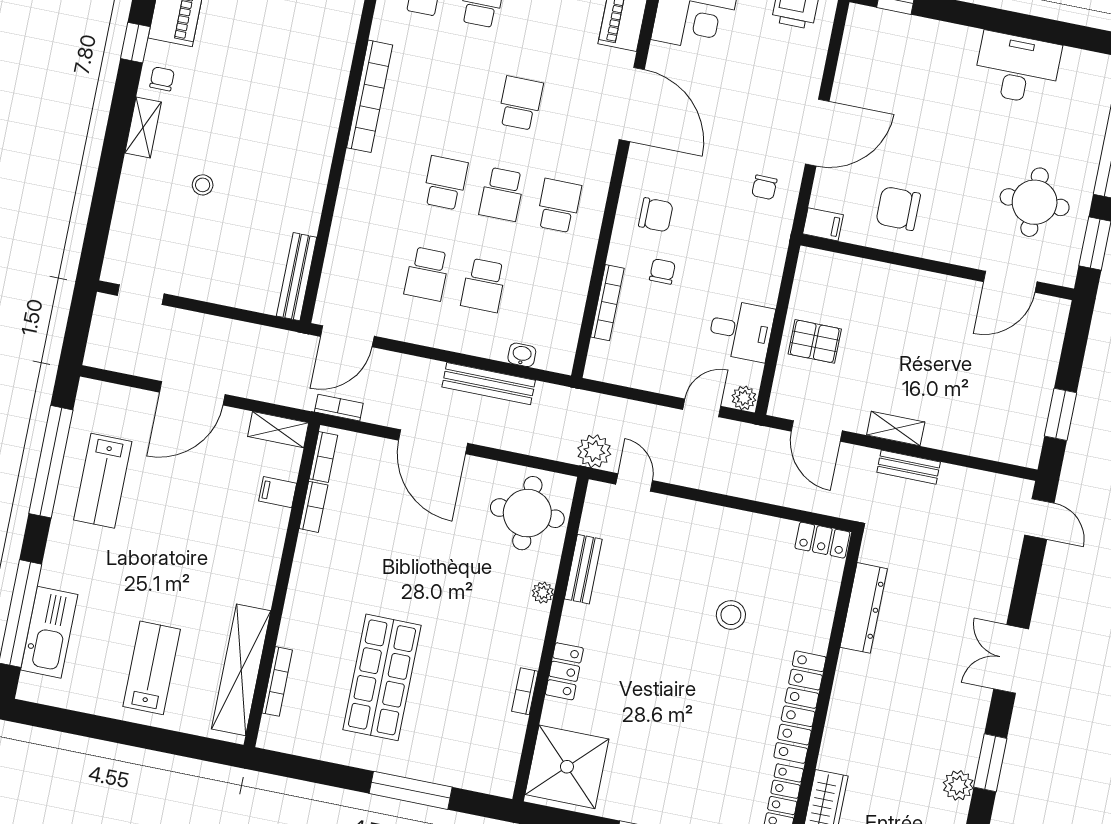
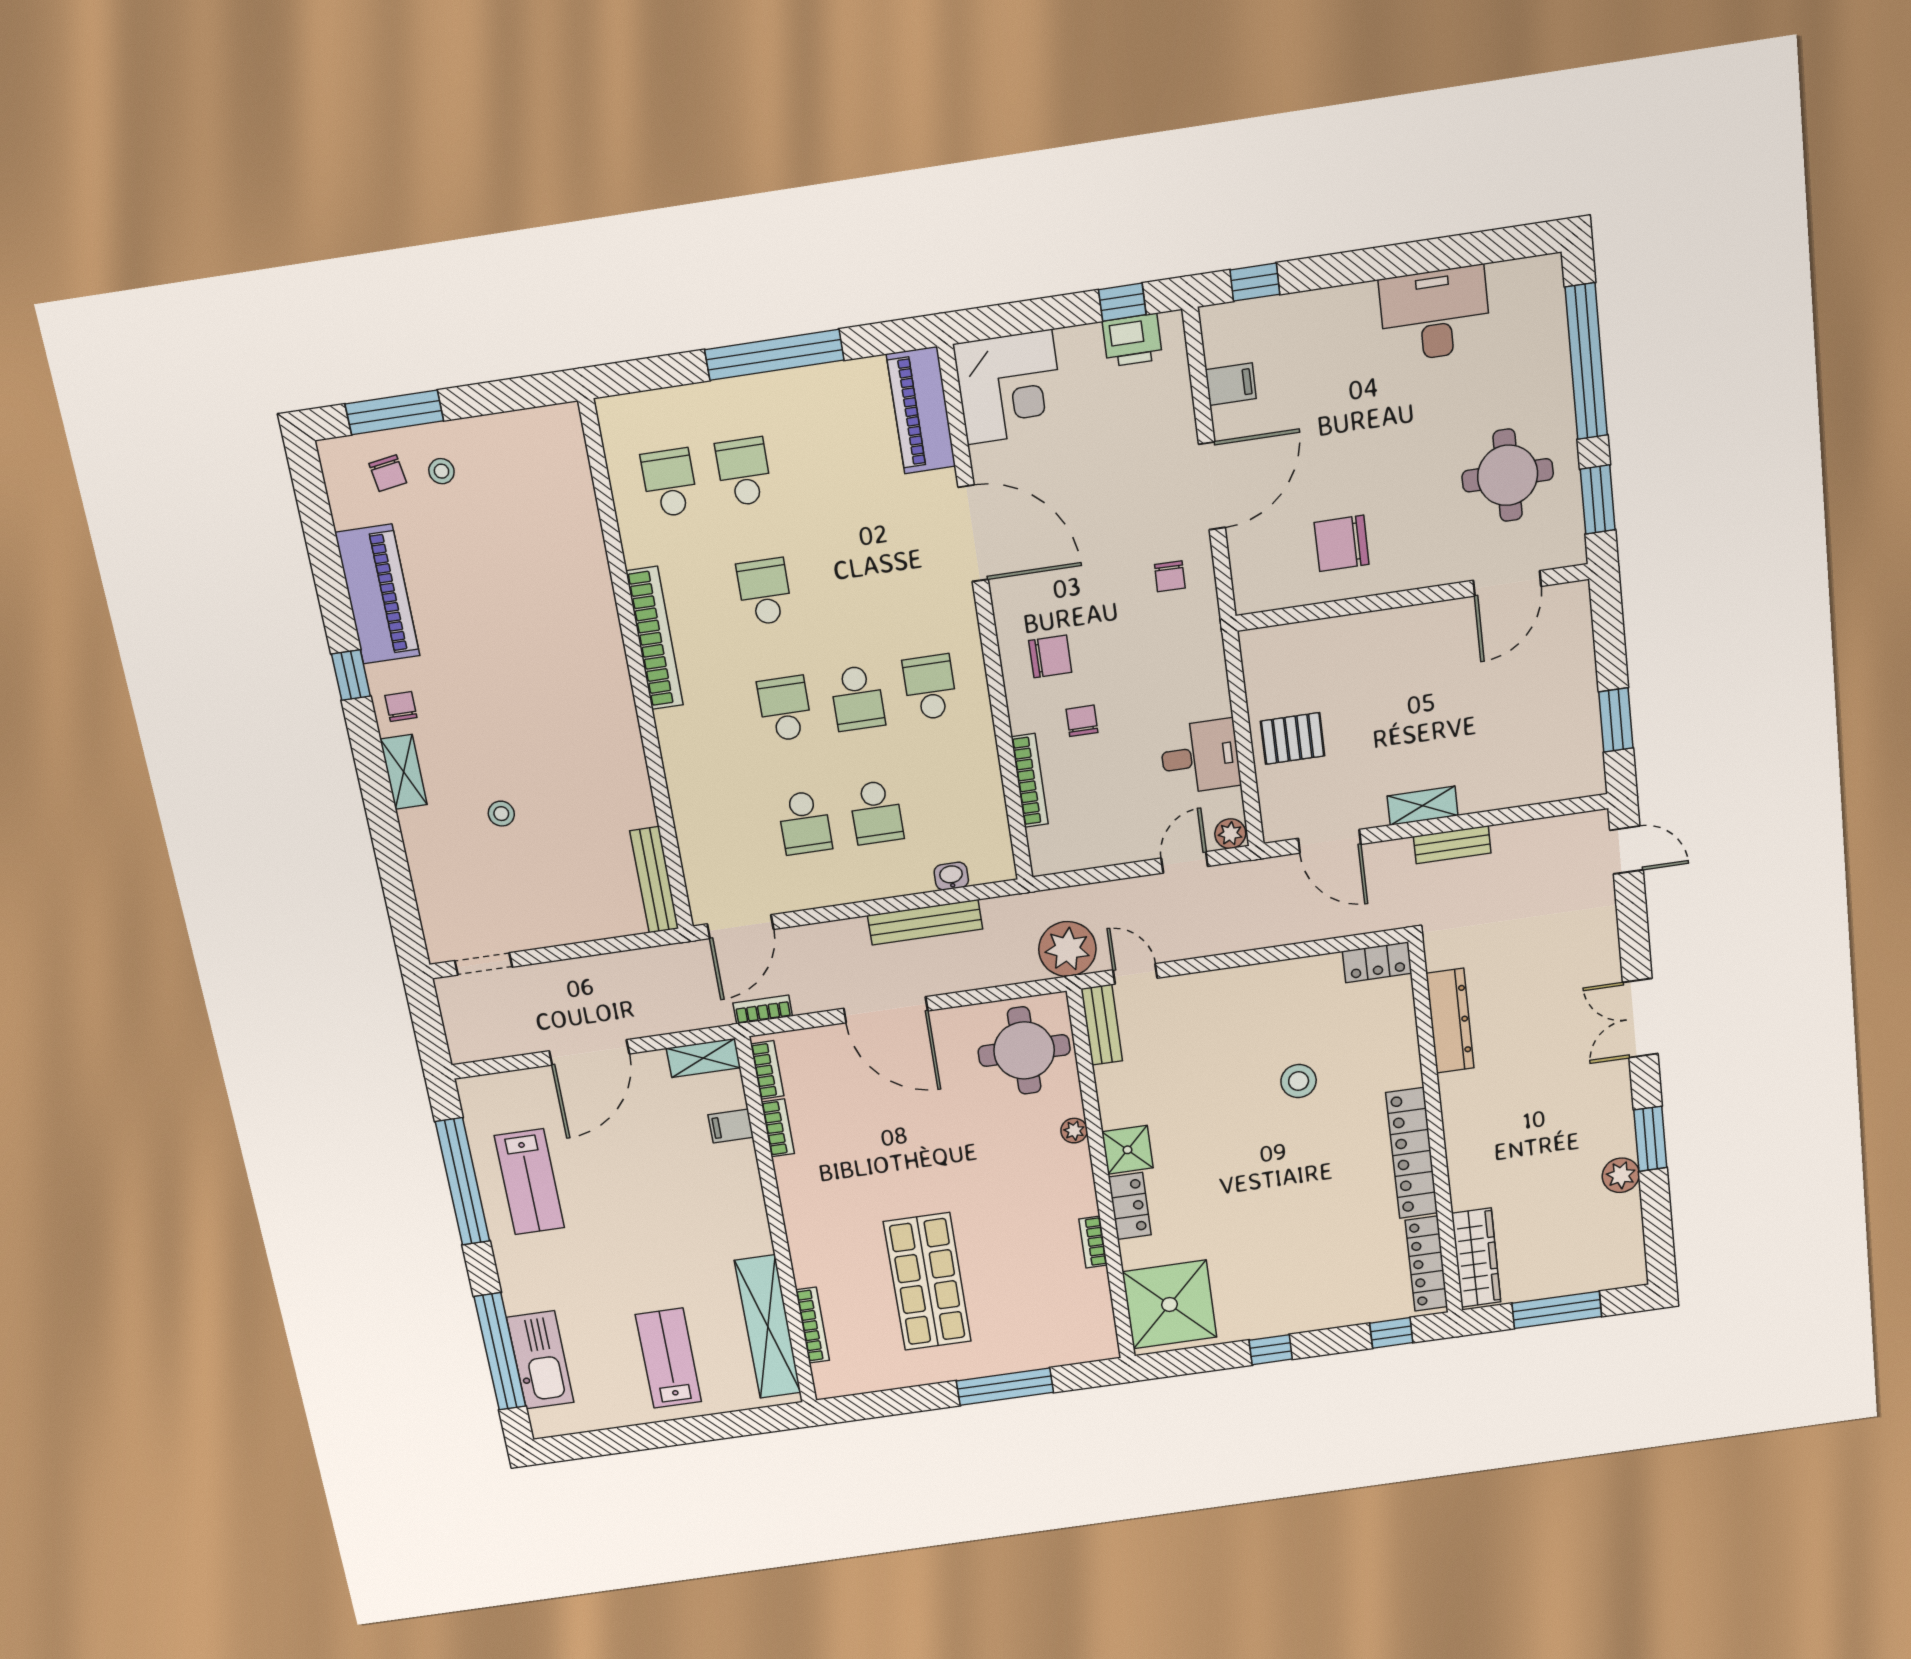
school desk: (520, 103) -> (765, 592), moved
filing cabinet: (823, 224) -> (1231, 384), moved
plant: (594, 451) -> (1067, 949), width x1.36, depth x1.36
bench: (583, 569) -> (1102, 1025), moved
shower: (579, 624) -> (1127, 1150), added

